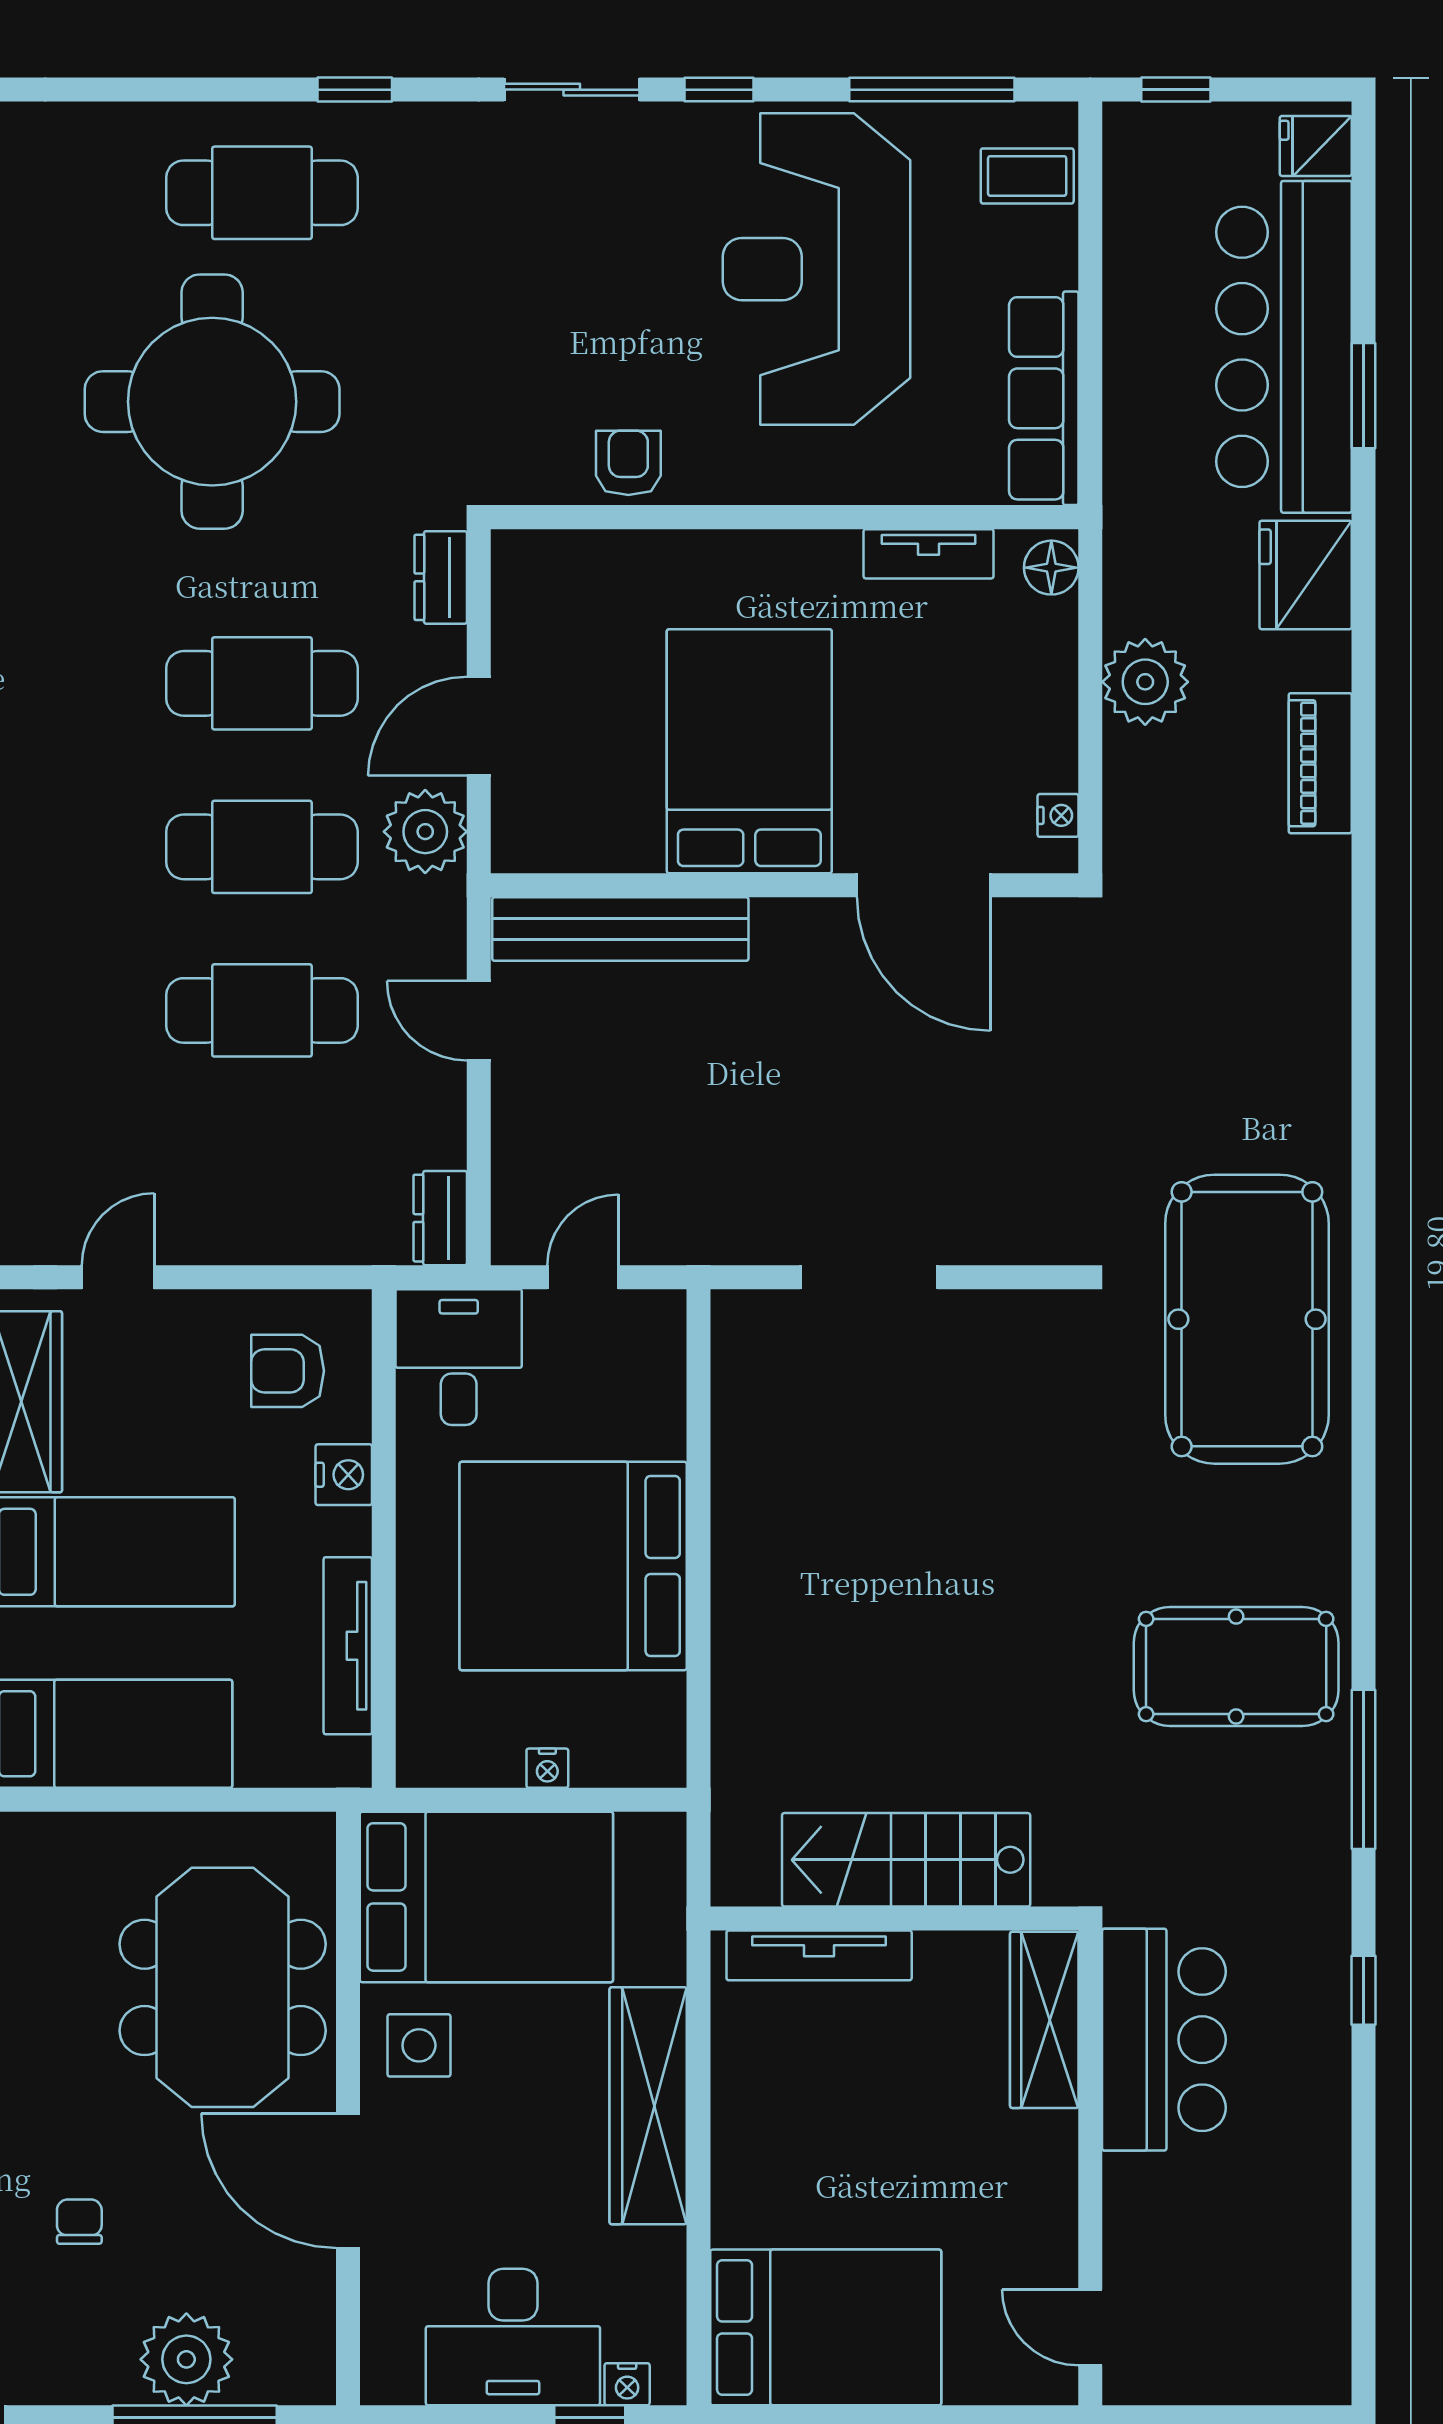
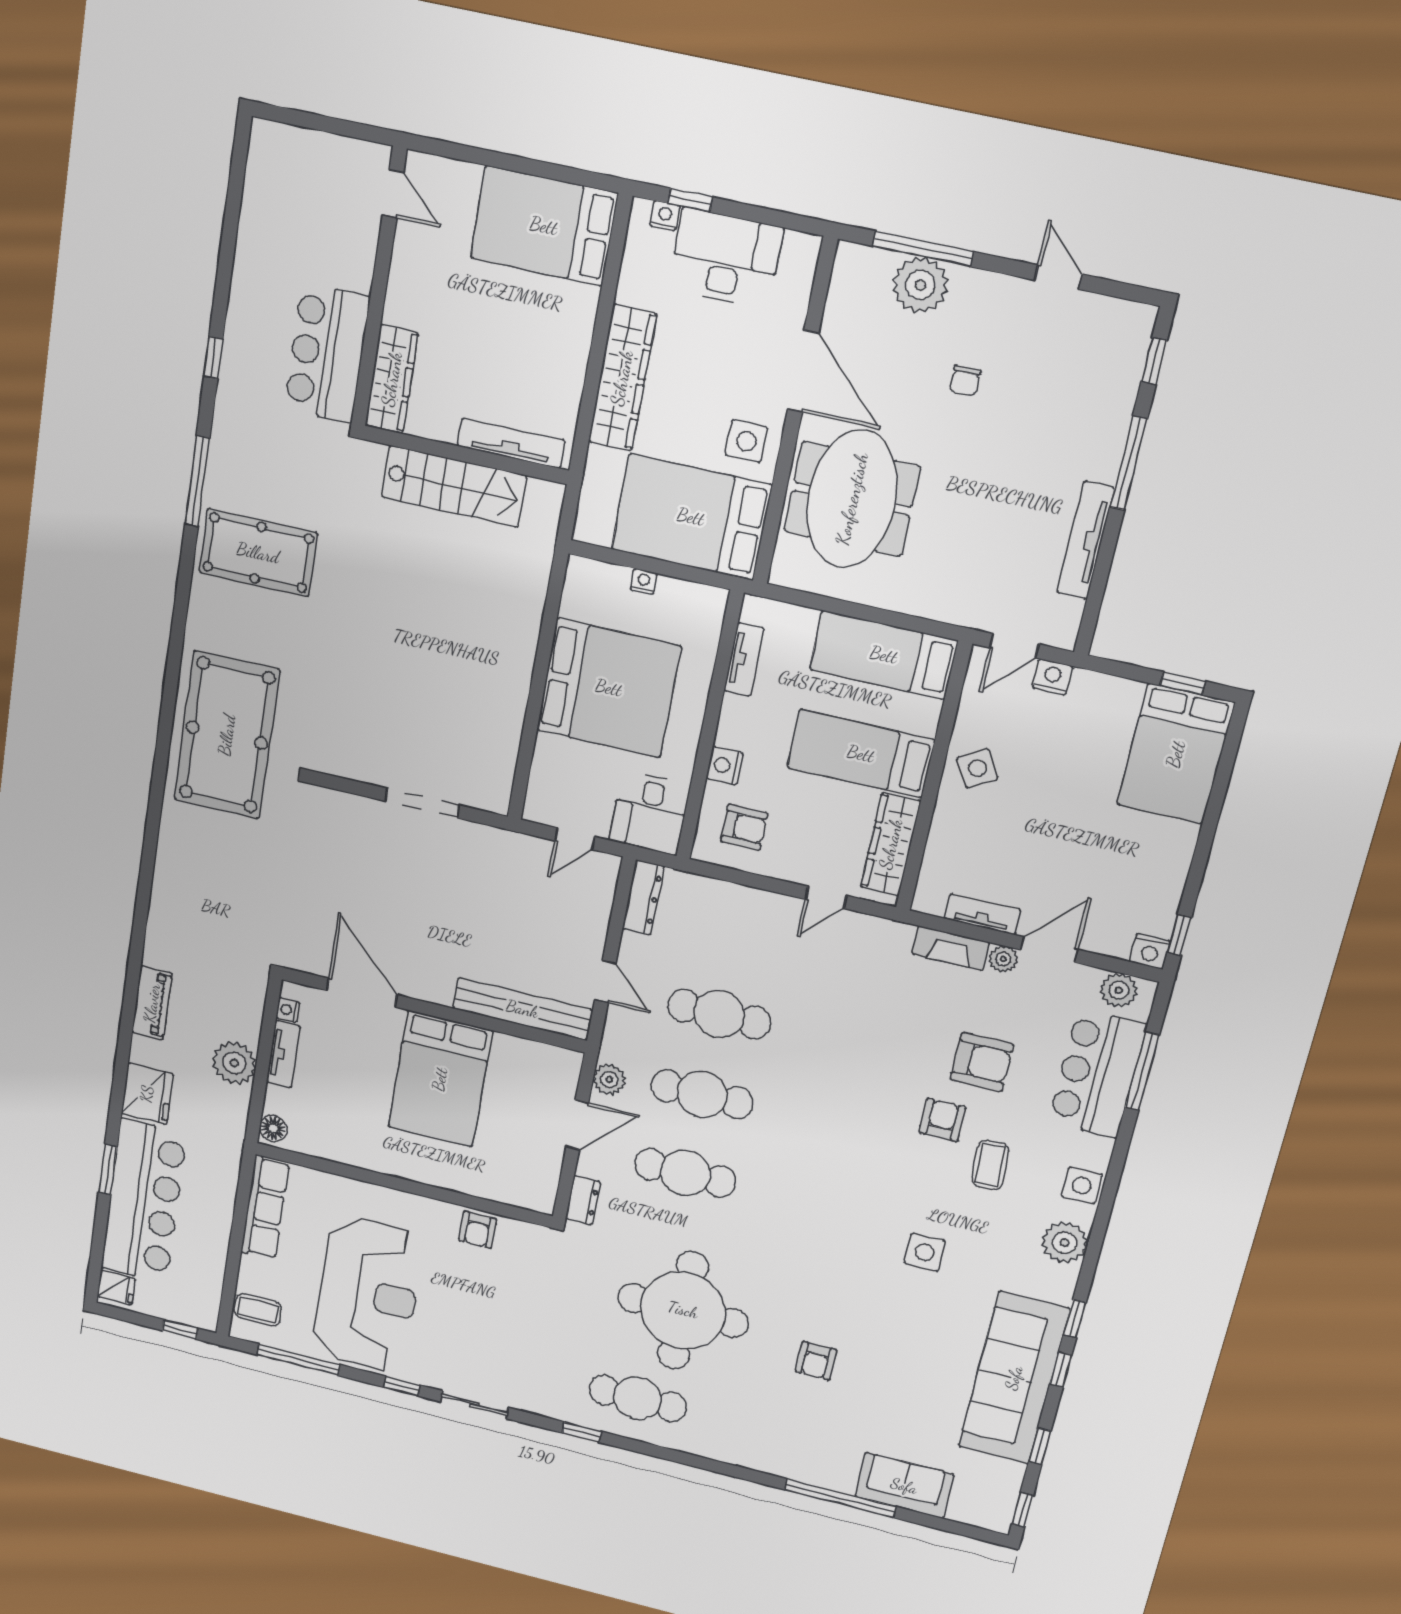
tv unit: (929, 554) -> (283, 1054), moved, turned 90
plant: (425, 832) -> (609, 1080), width x0.73, depth x0.73
dresser: (440, 1218) -> (643, 898), width x1.44
tv unit: (348, 1646) -> (744, 659), width x0.71

